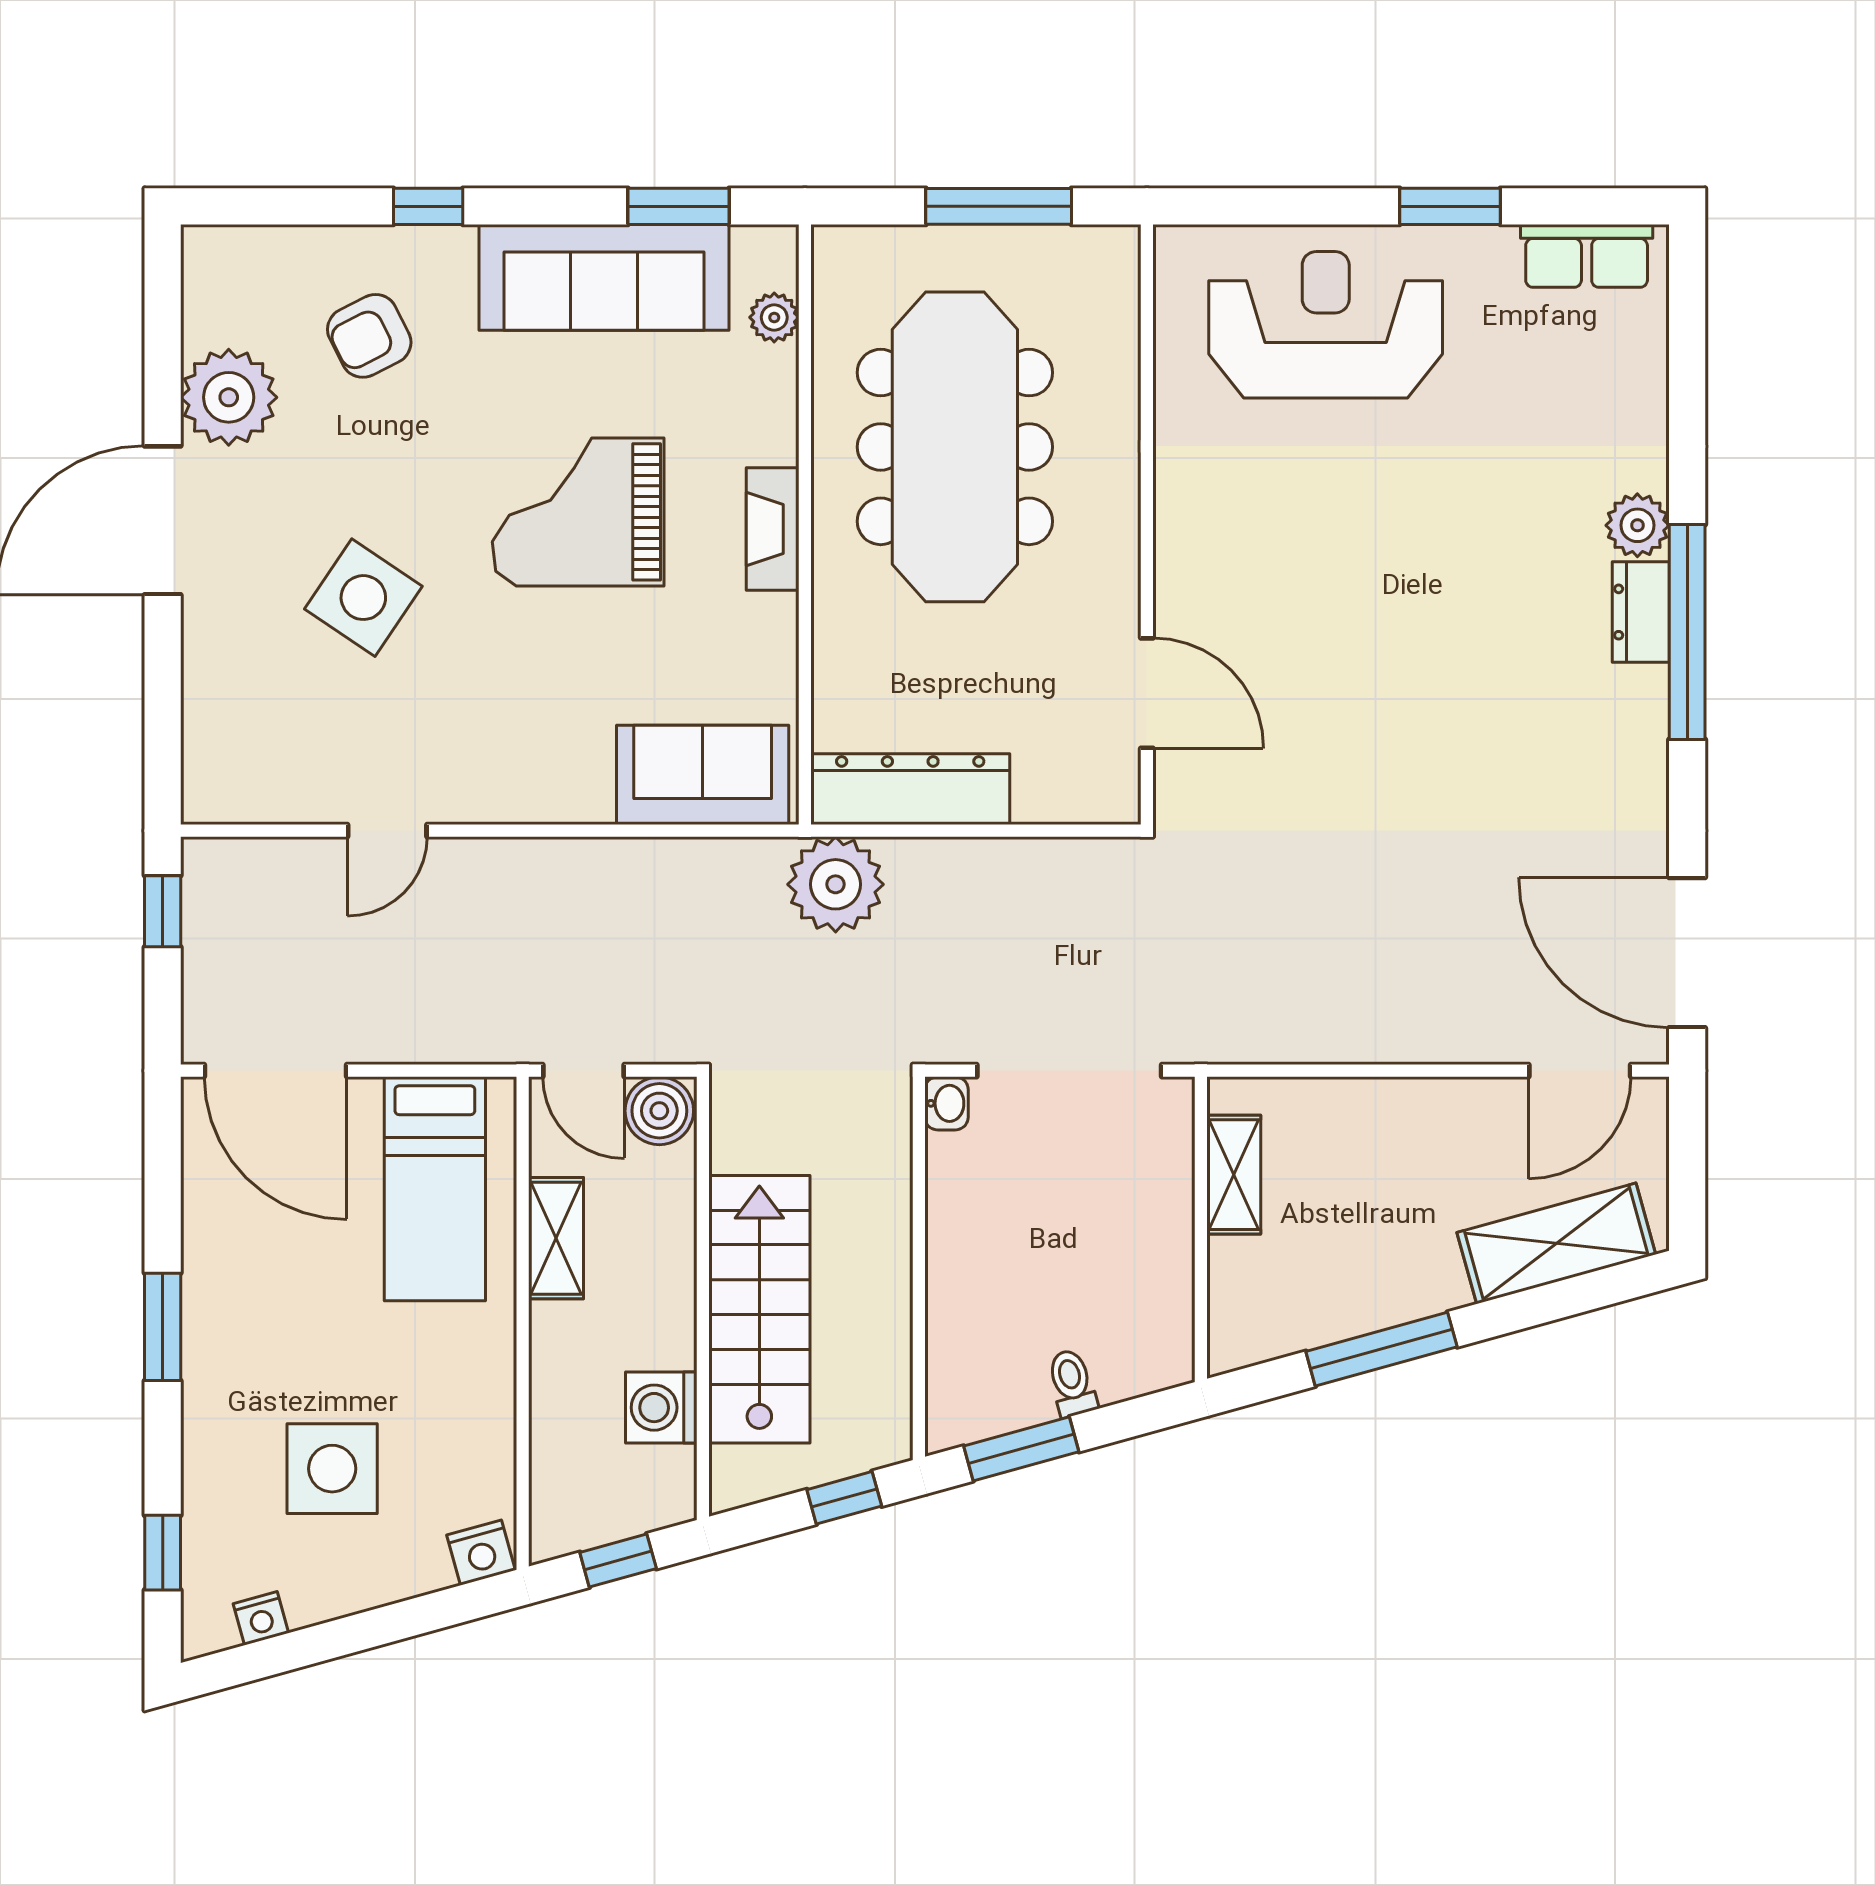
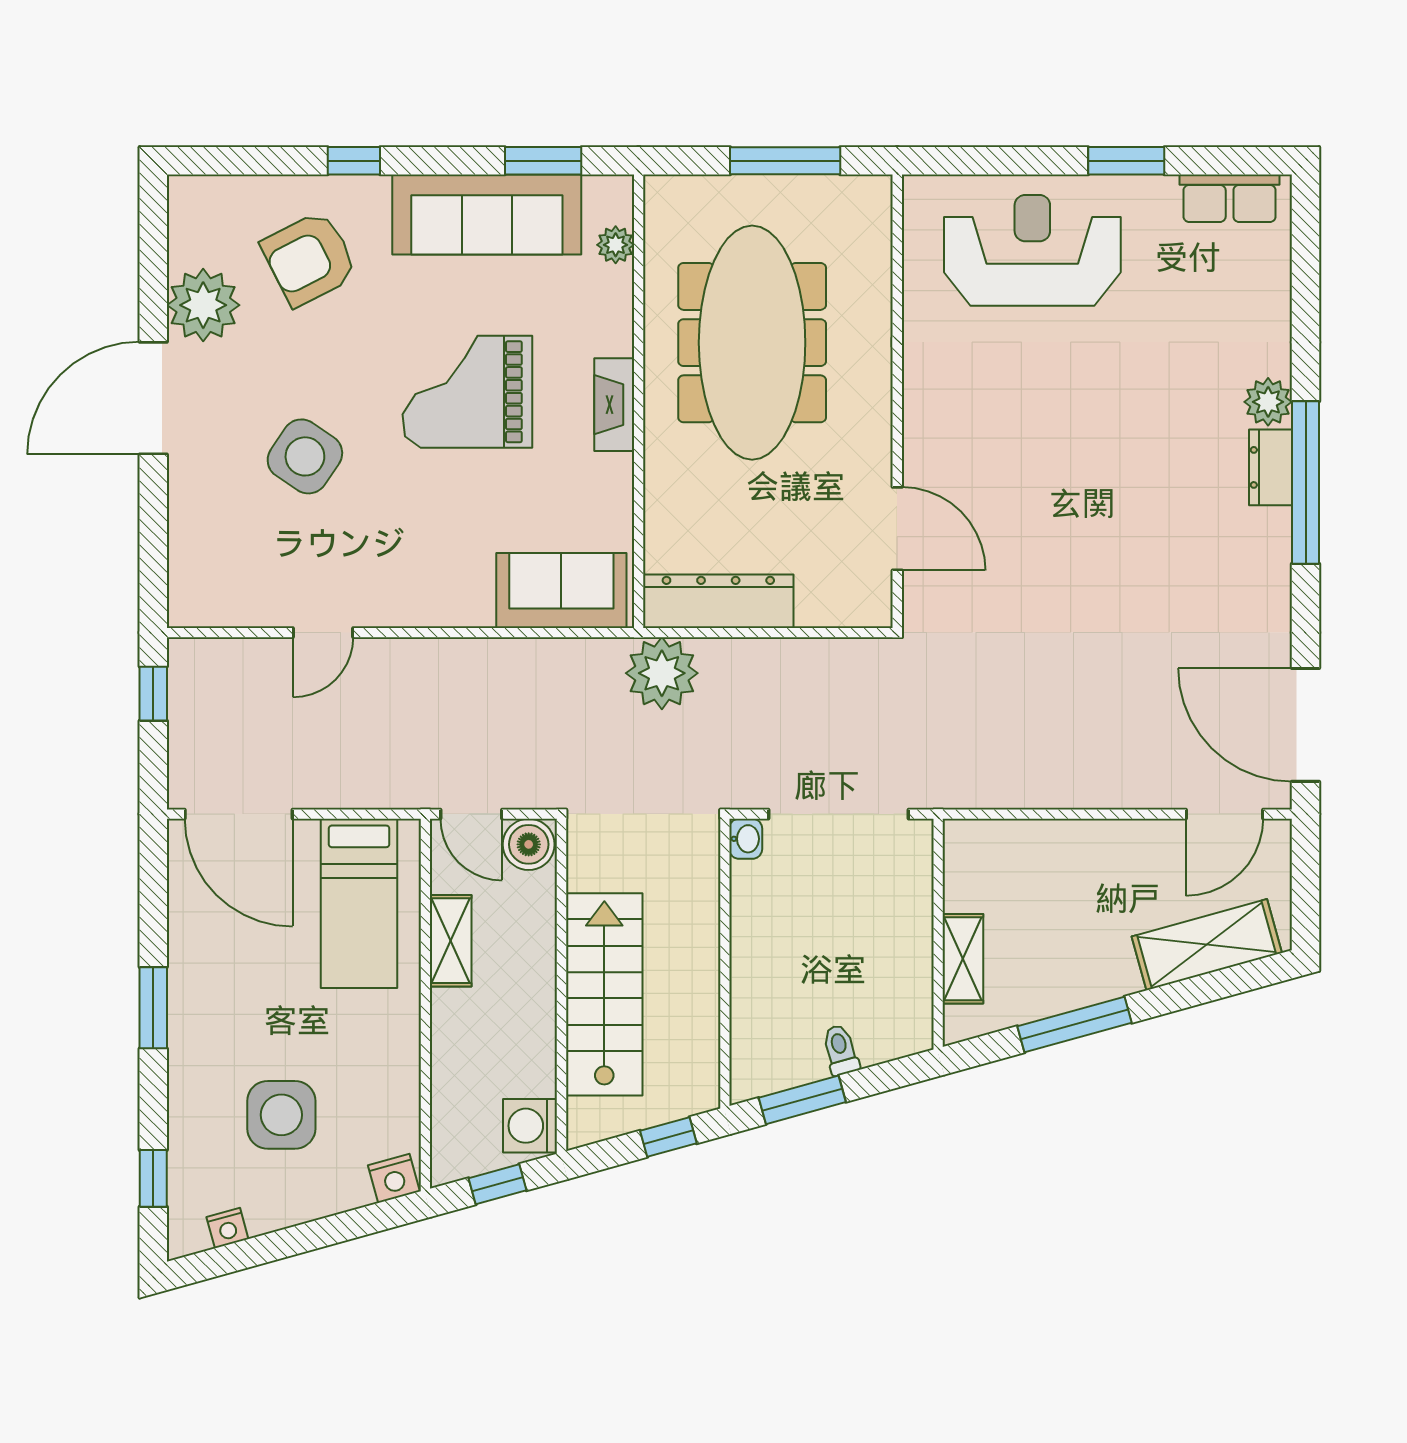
armchair: (369, 336) -> (309, 259), width x1.38, depth x1.38
shelving: (1234, 1175) -> (963, 959), moved
washing machine: (661, 1408) -> (530, 1126), moved

